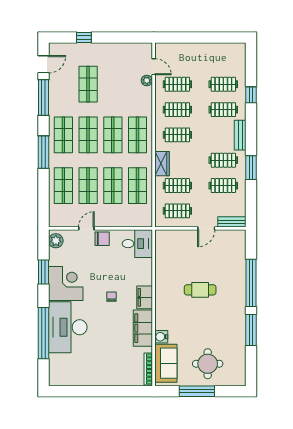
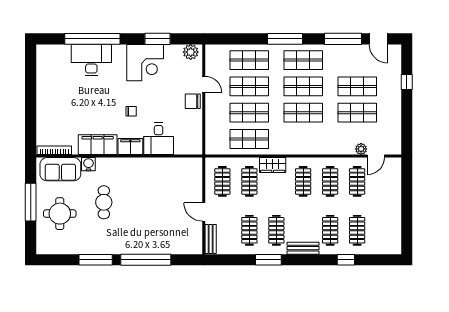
shop shelf: (138, 135) -> (357, 113), moved
chair: (102, 239) -> (193, 101), turned 90
desk: (137, 244) -> (159, 139), moved
cafe table: (200, 290) -> (104, 202), moved
desk: (68, 327) -> (91, 60), width x0.73, depth x0.77

